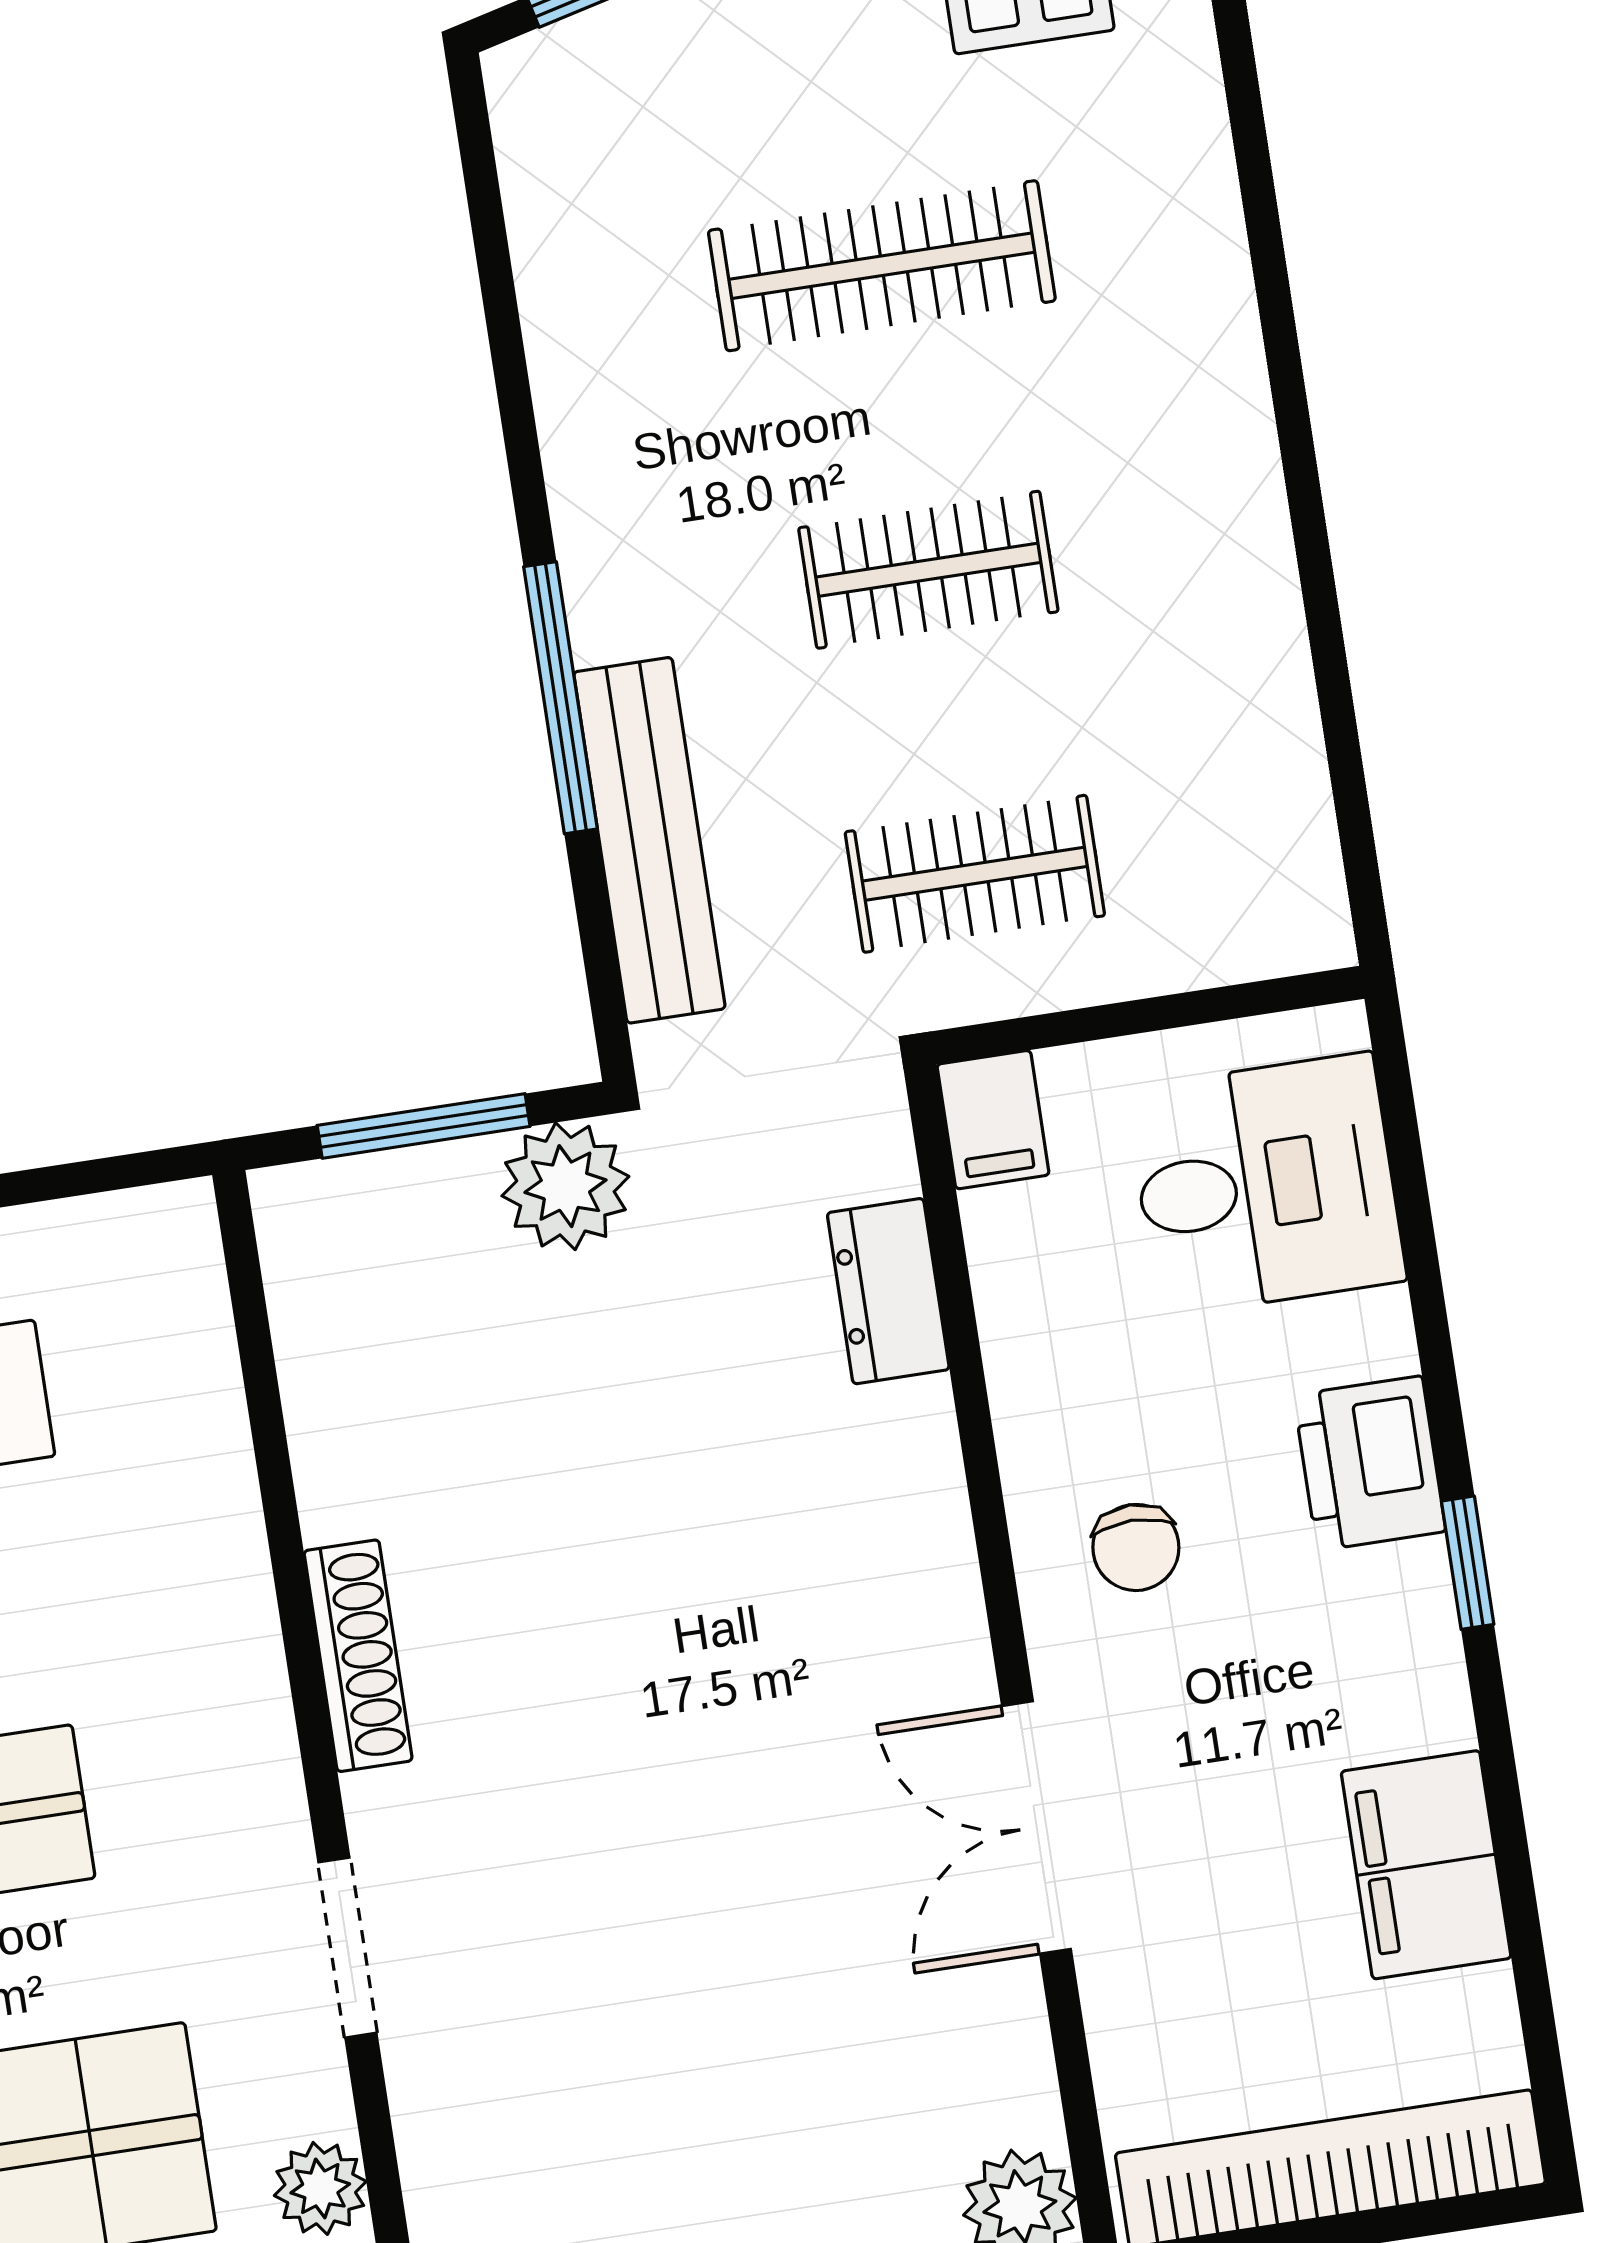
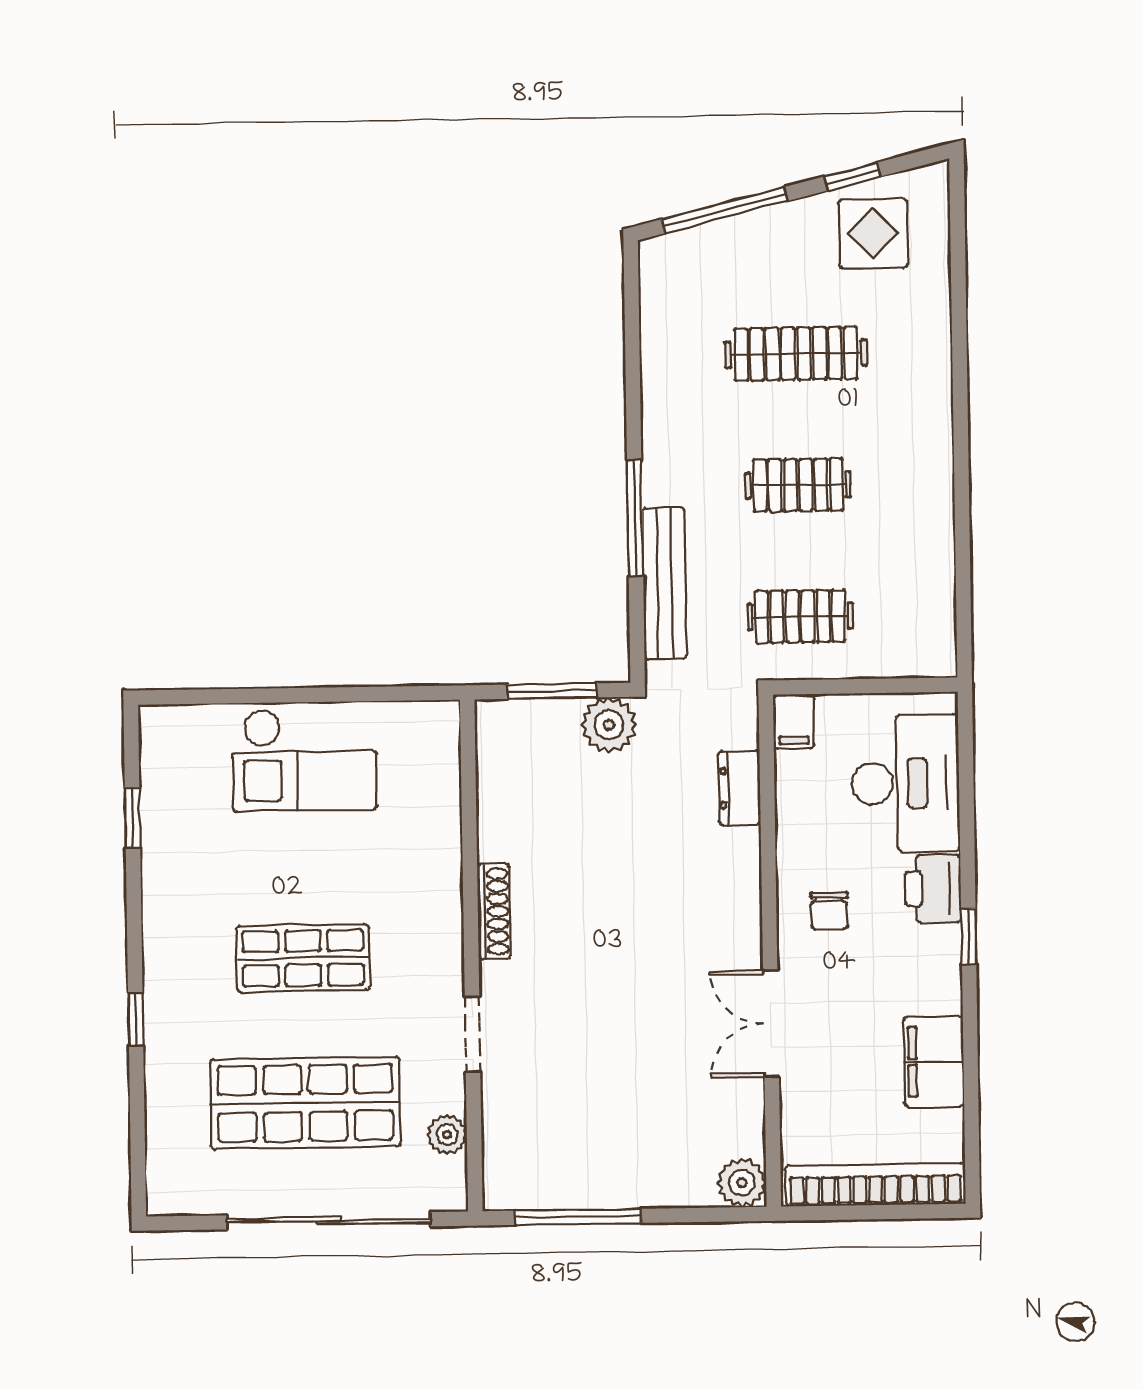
desk: (1266, 1185) -> (906, 783), width x1.37

